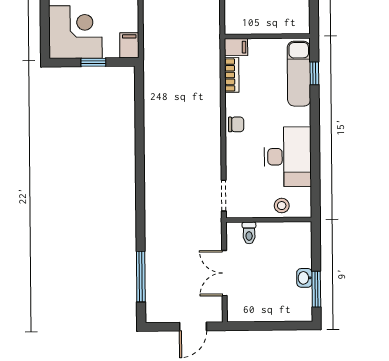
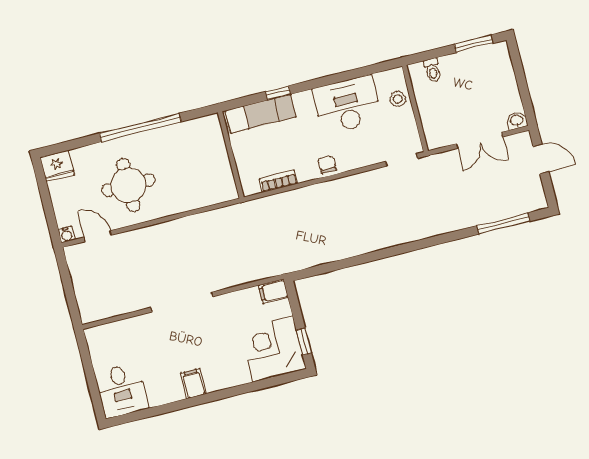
filing cabinet: (236, 47) -> (249, 184), removed
window: (93, 62) -> (304, 341), moved
window: (314, 73) -> (278, 93), moved
toilet: (249, 233) -> (433, 70), moved, turned 90
washbasin: (304, 278) -> (517, 121), moved, turned 180

